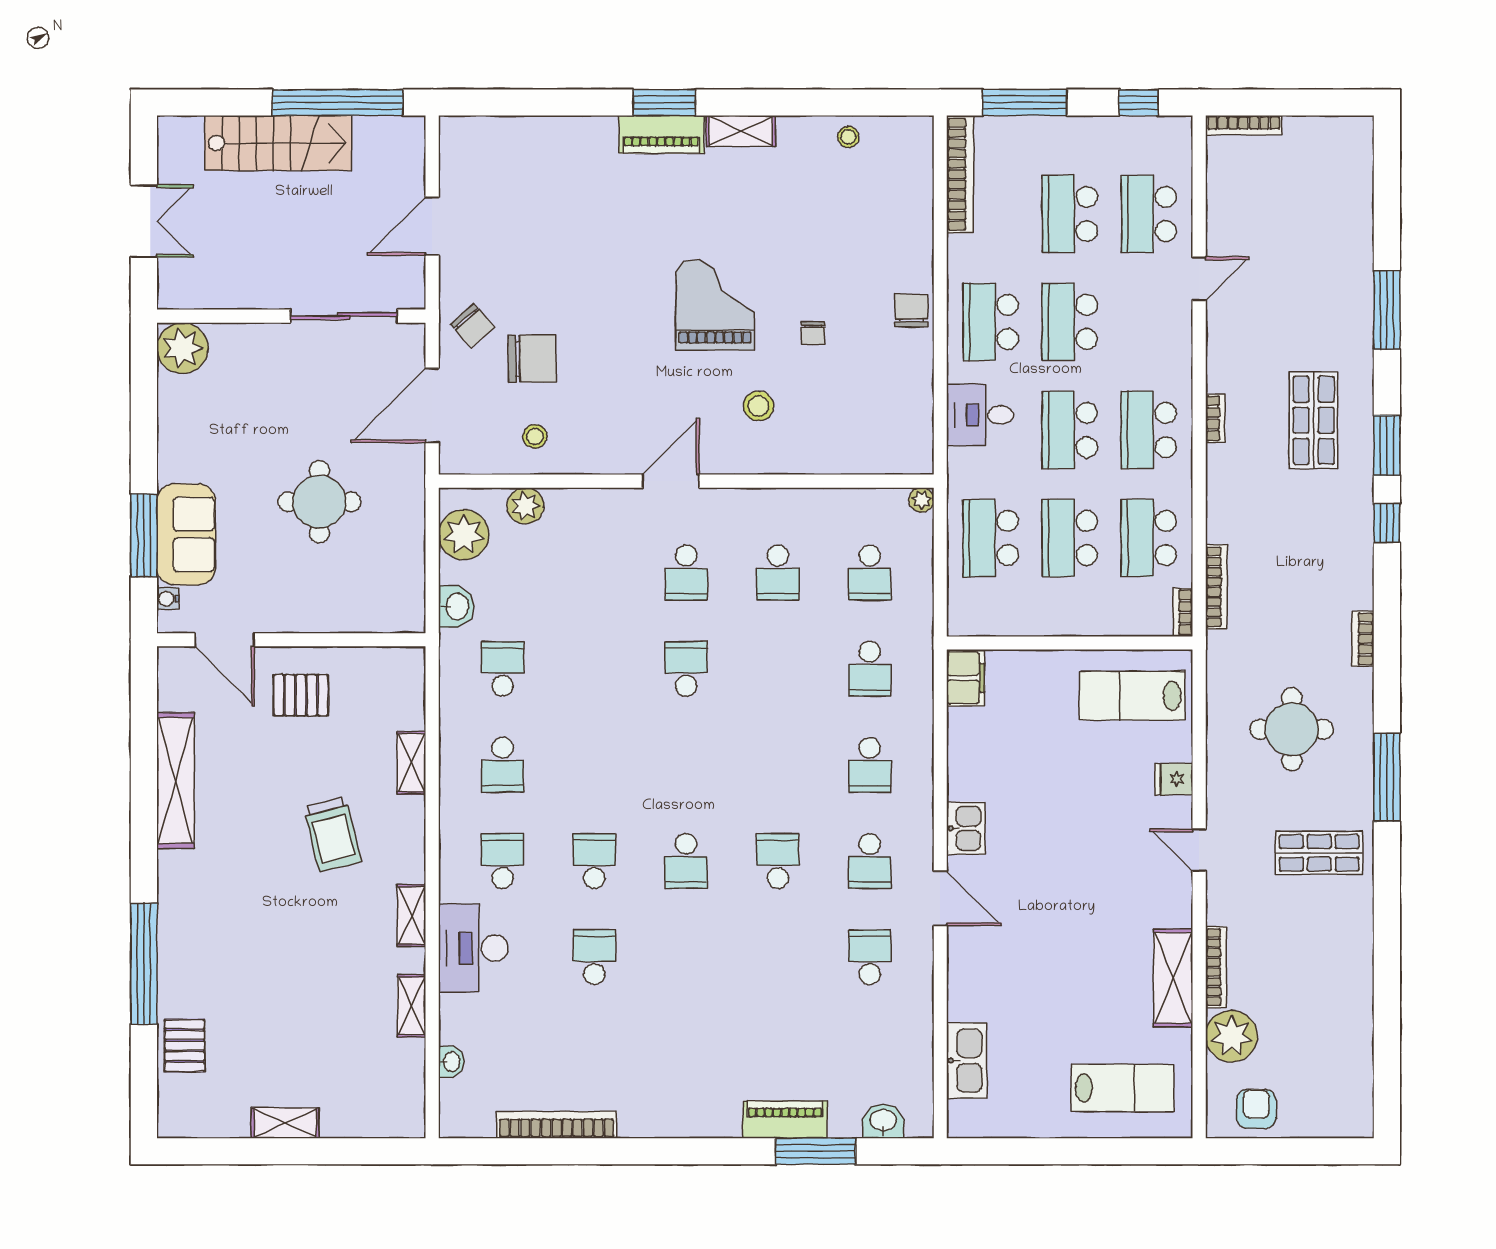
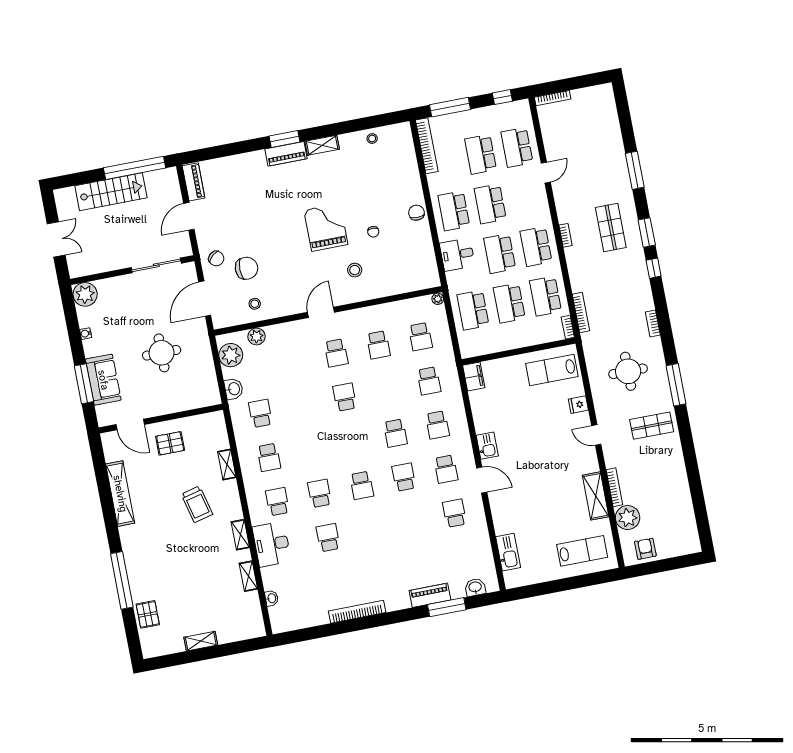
piano: (456, 156) -> (194, 182), added
water cooler: (168, 599) -> (86, 334), moved
school desk: (778, 765) -> (395, 433), added
bookcase: (557, 1125) -> (357, 612), moved

